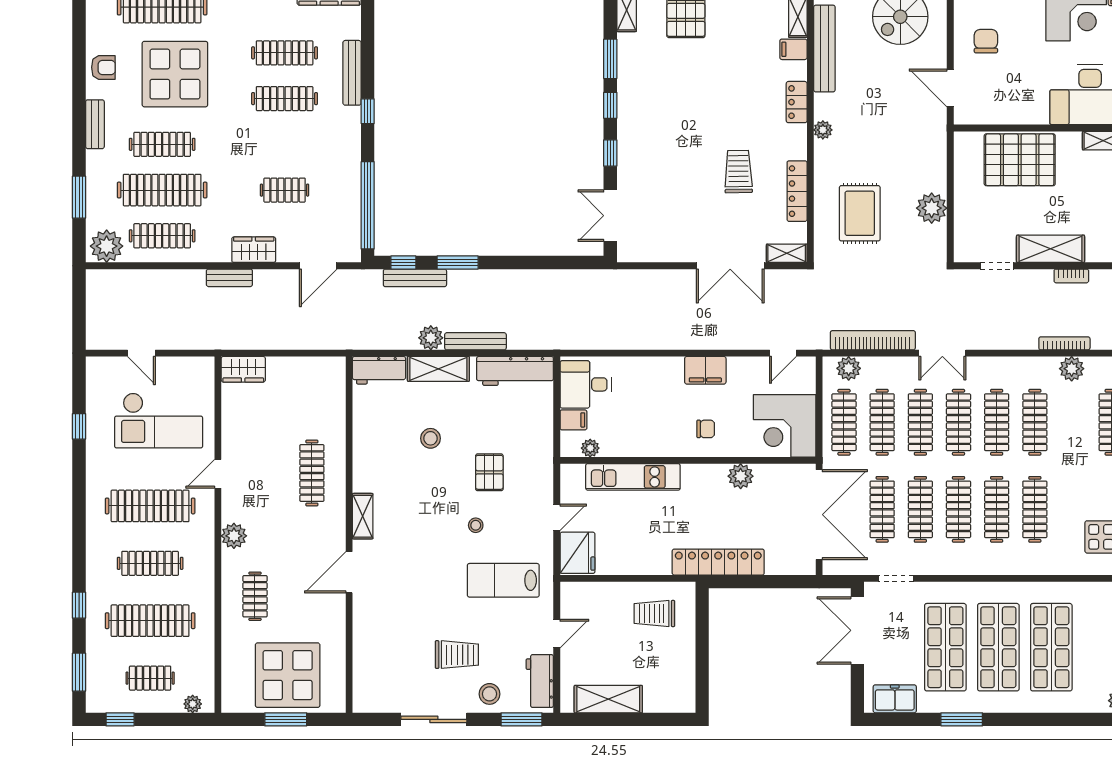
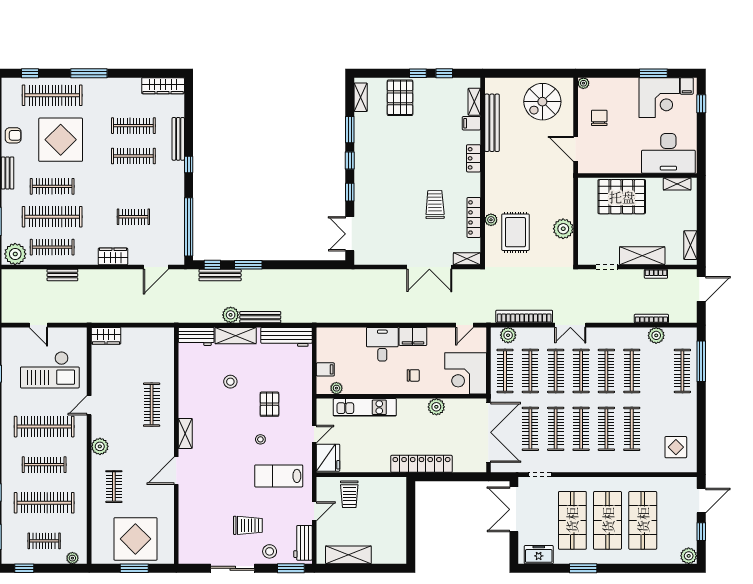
plant: (823, 130) -> (491, 220), moved
bench: (229, 278) -> (62, 275), moved
desk: (586, 384) -> (382, 344), moved, turned 90
trolley: (654, 613) -> (349, 494), moved, turned -90

